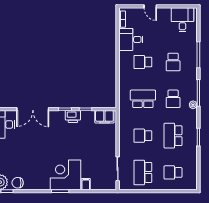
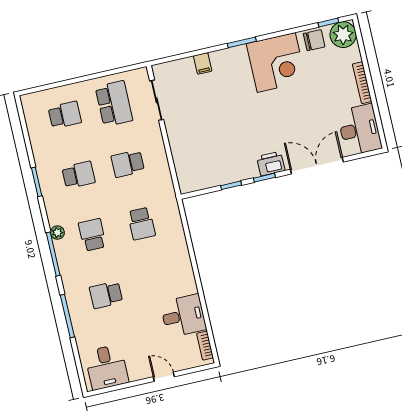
school desk: (143, 62) -> (155, 284), removed
school desk: (173, 62) -> (106, 295), turned -90
school desk: (143, 99) -> (141, 224), width x0.54
printer: (73, 117) -> (271, 164), moved
filing cabinet: (104, 117) -> (197, 180), removed
school desk: (143, 136) -> (128, 164), turned 180
school desk: (173, 136) -> (79, 175), width x0.54
corner desk: (66, 175) -> (276, 62), moved

